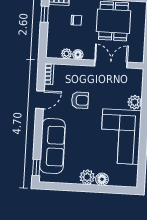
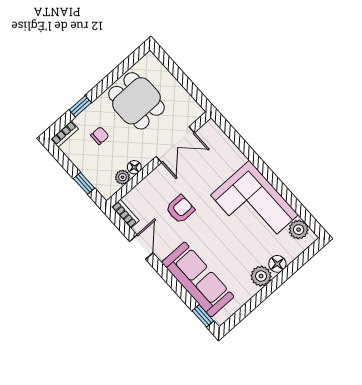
window: (45, 14) -> (84, 183), moved
double door: (111, 64) -> (175, 145), swing flipped
plant: (135, 102) -> (299, 230), moved

